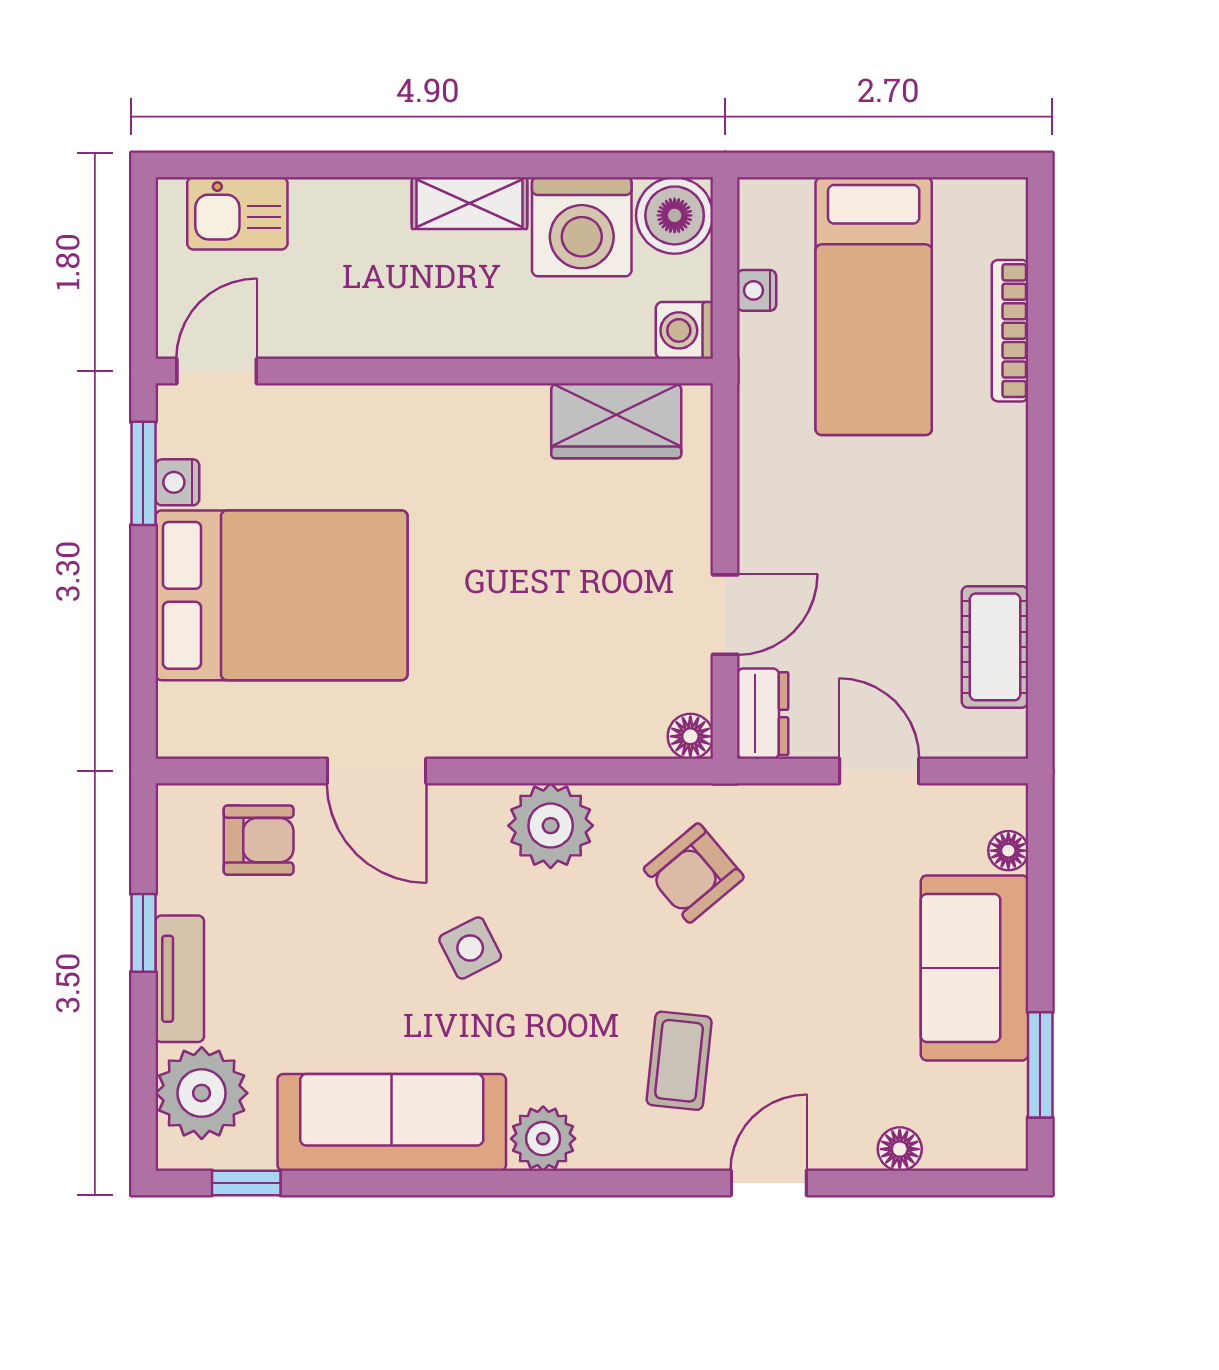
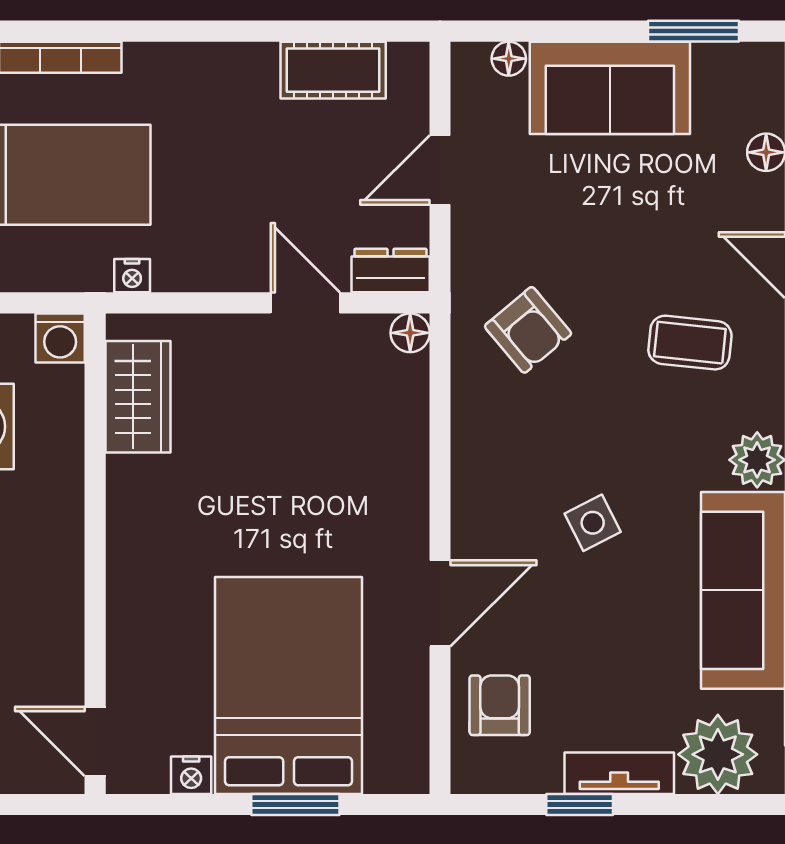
nightstand: (757, 290) -> (132, 276), moved
window: (143, 473) -> (295, 805), moved
plant: (551, 826) -> (487, 453), removed

